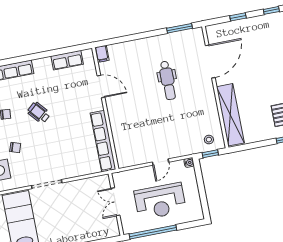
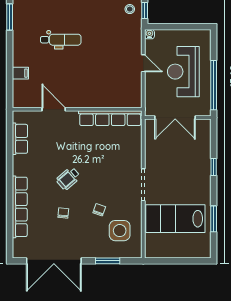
filing cabinet: (102, 54) -> (20, 73), moved
door: (101, 86) -> (54, 109), hinge flipped
reception desk: (160, 201) -> (183, 72), turned 180
double door: (115, 202) -> (175, 118), width x1.37

